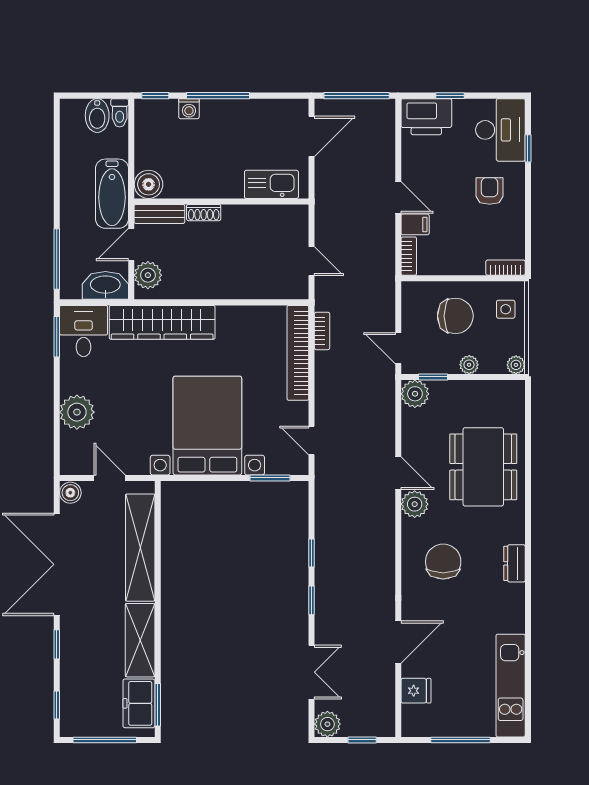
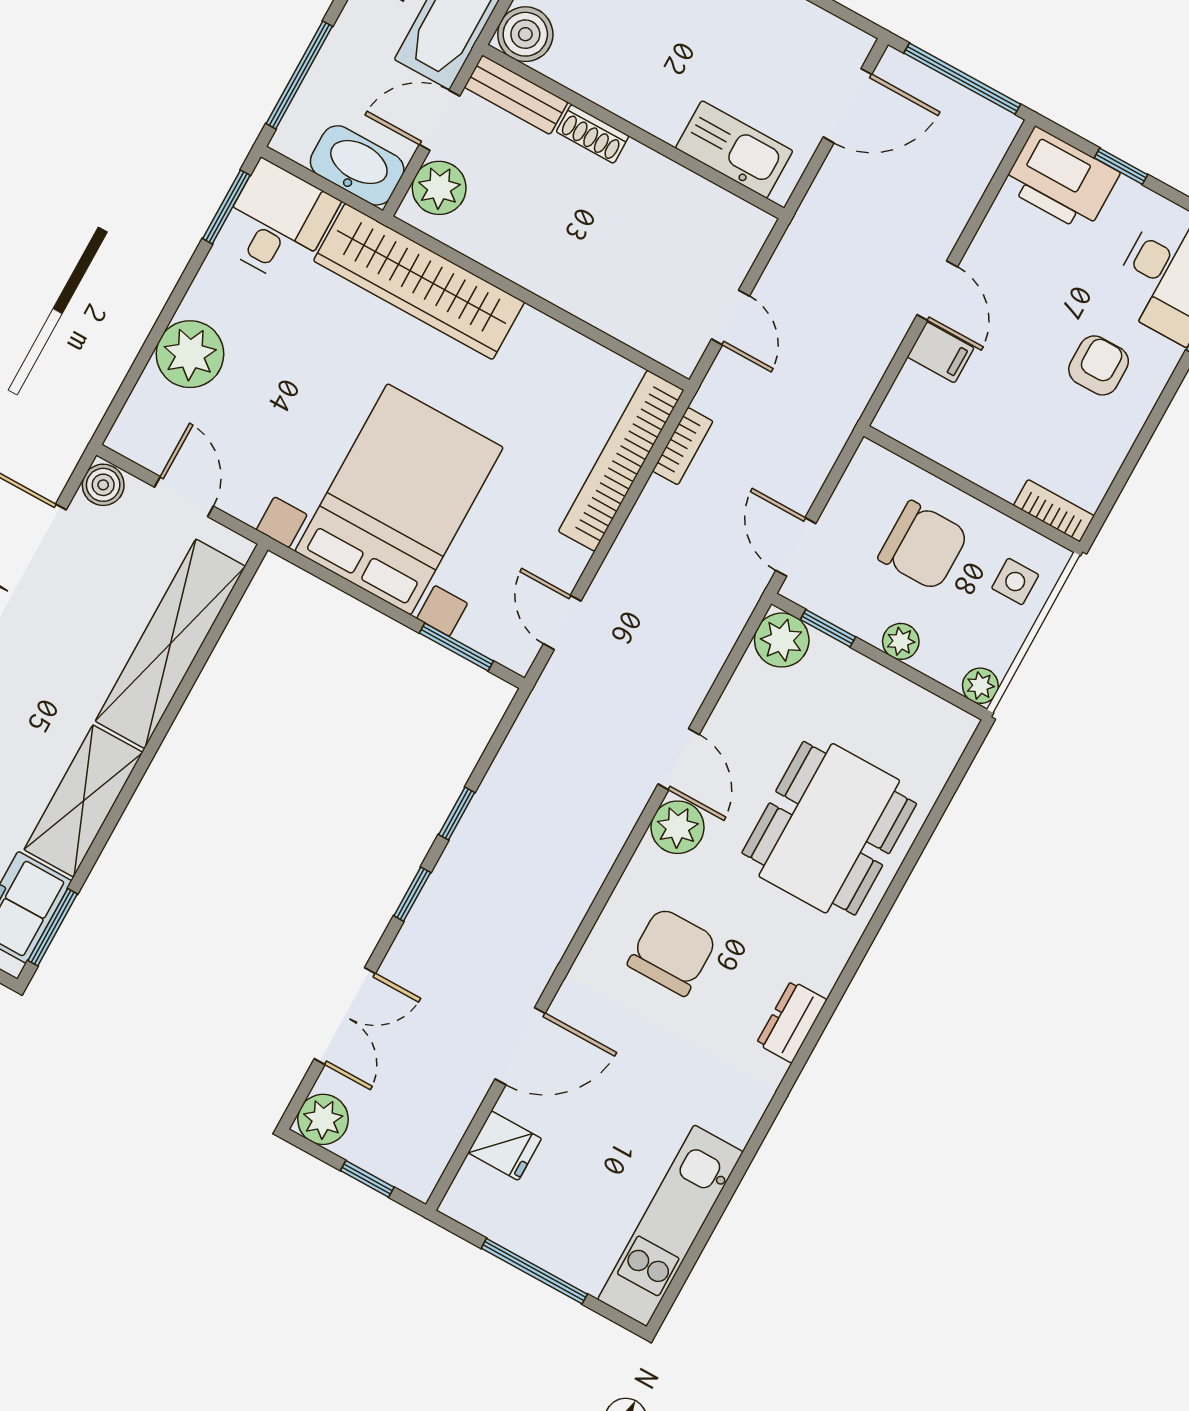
bookcase: (409, 256) -> (900, 400), removed

